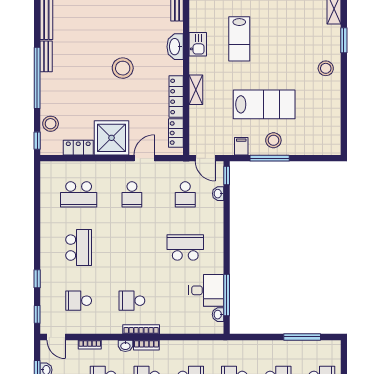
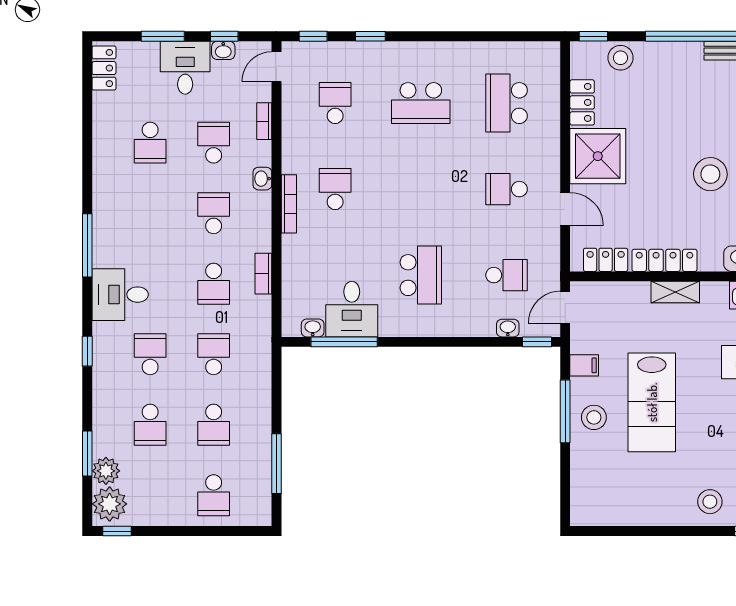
school desk: (185, 194) -> (507, 275), turned 180
bookcase: (146, 345) -> (263, 274), moved

